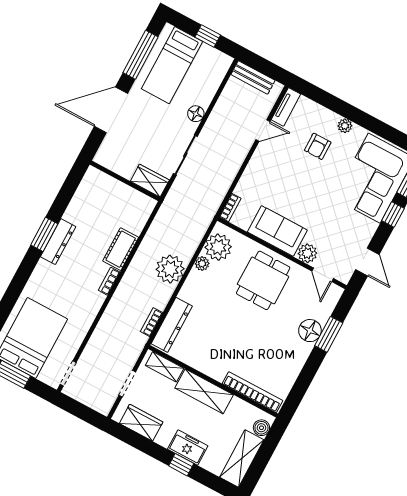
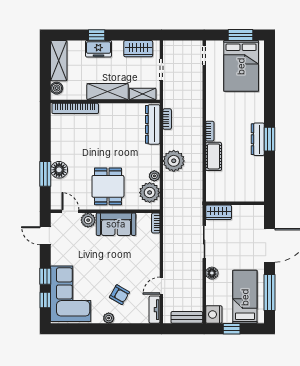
nightstand: (220, 64) -> (214, 314), added
armchair: (318, 146) -> (119, 295), turned 120

